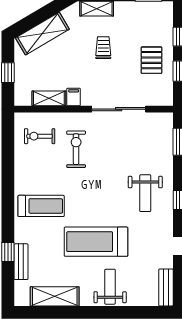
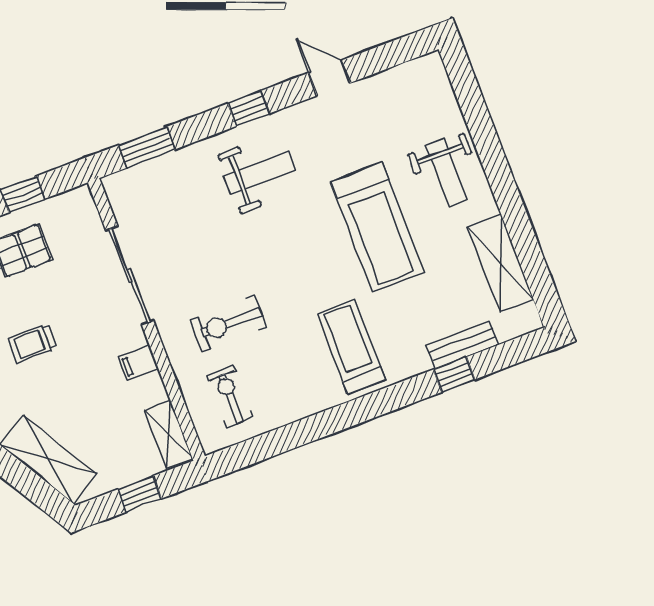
shelving: (49, 98) -> (169, 434), moved
exercise bike: (40, 136) -> (230, 396), turned 180
weight bench: (110, 287) -> (447, 172), turned -90
bench: (166, 287) -> (411, 74), removed

